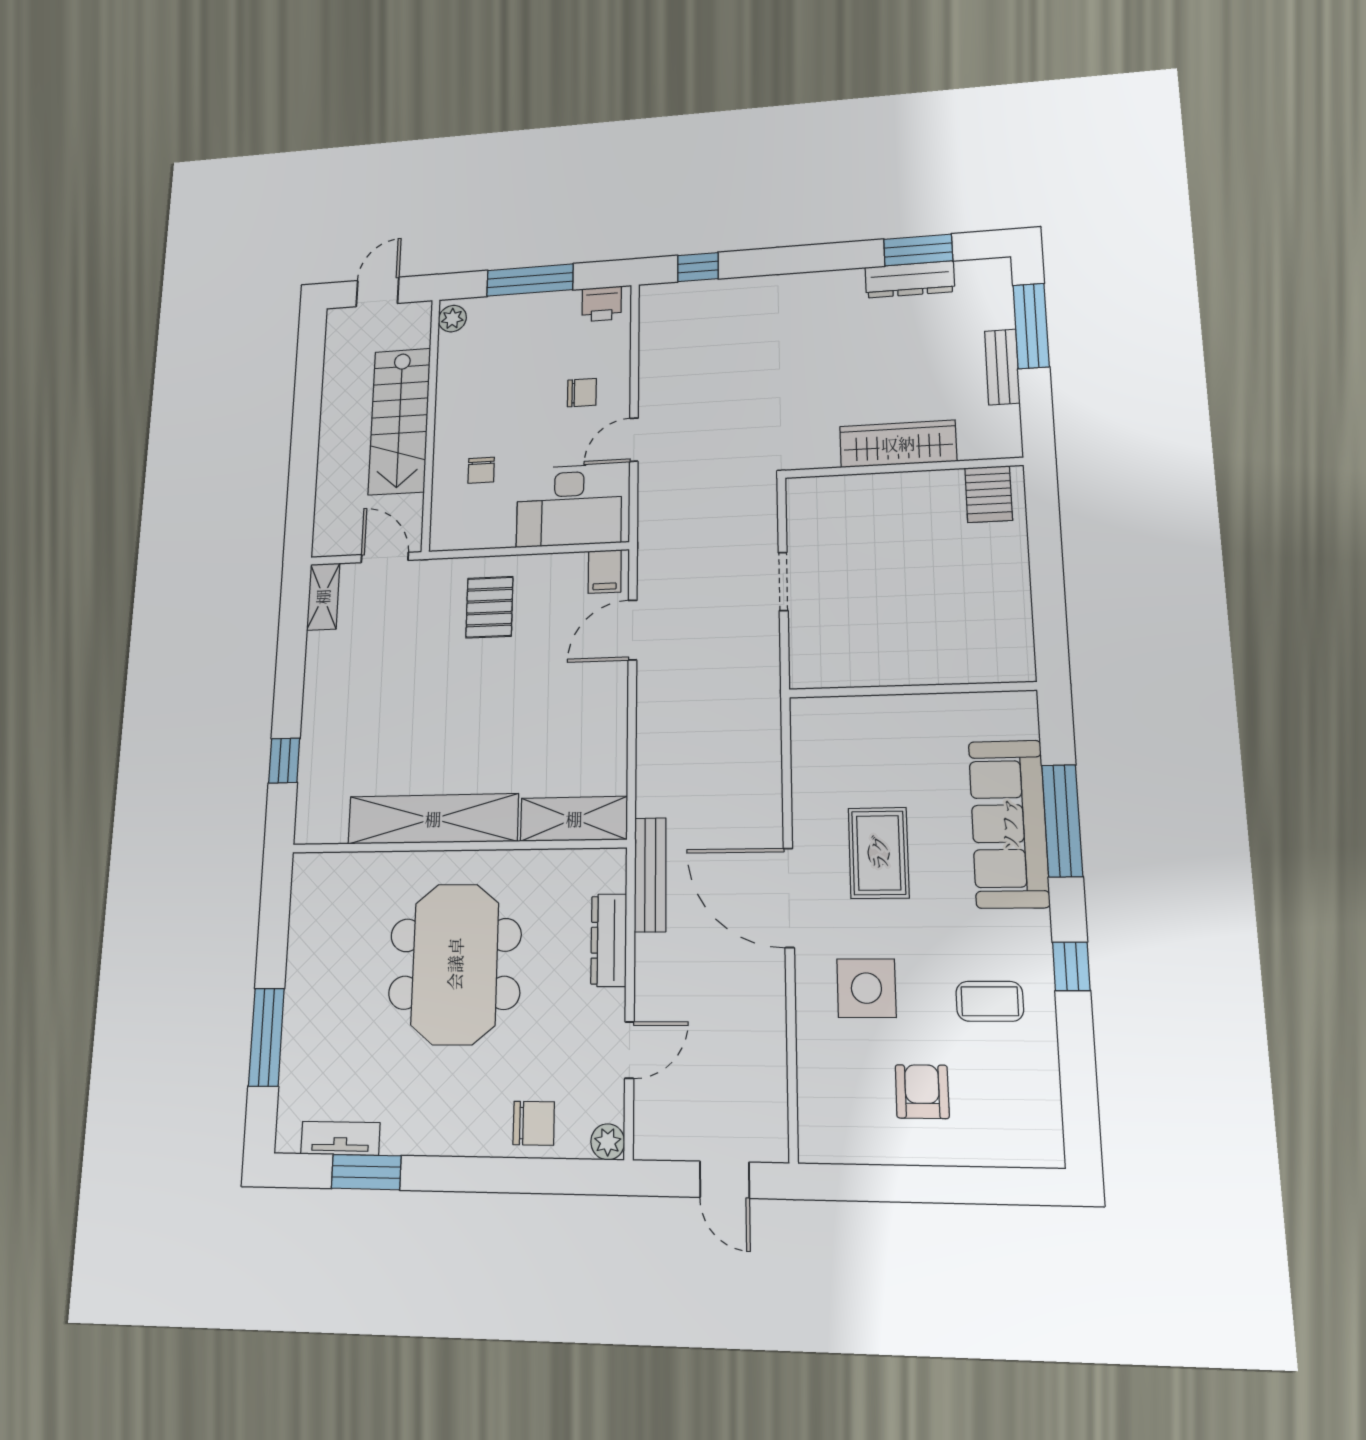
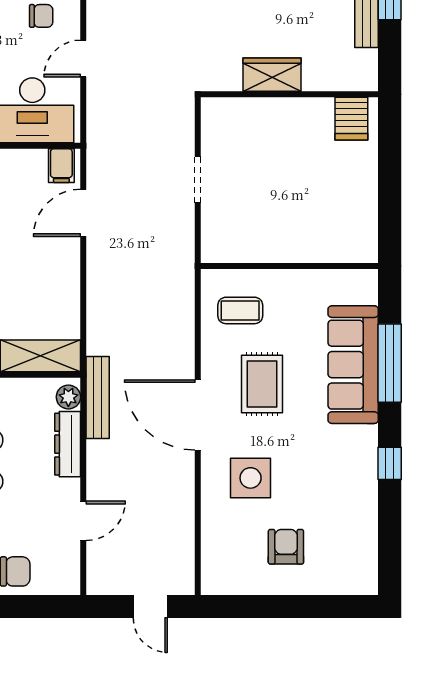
wardrobe: (898, 444) -> (272, 75), width x0.67
coffee table: (990, 1001) -> (240, 310), moved
plant: (608, 1142) -> (68, 397), moved

